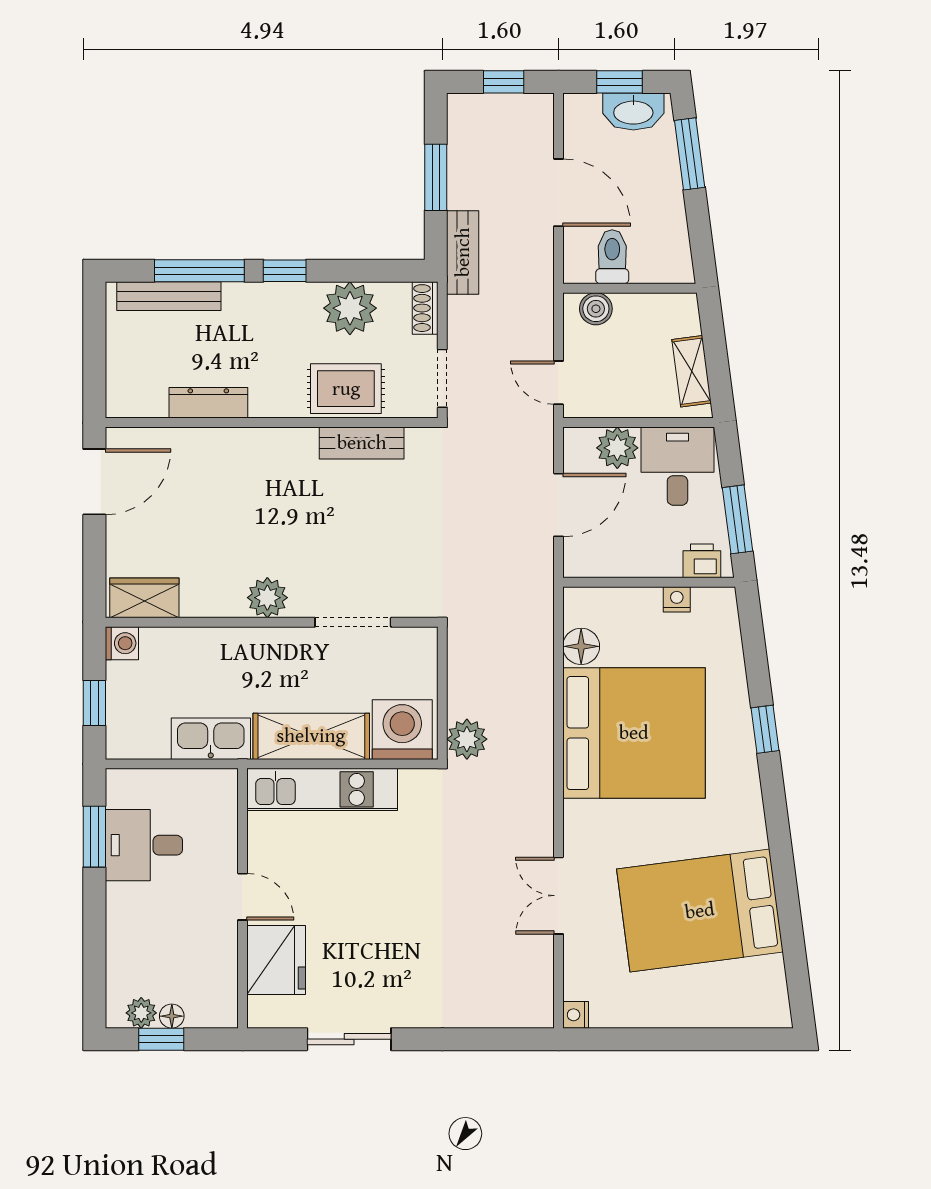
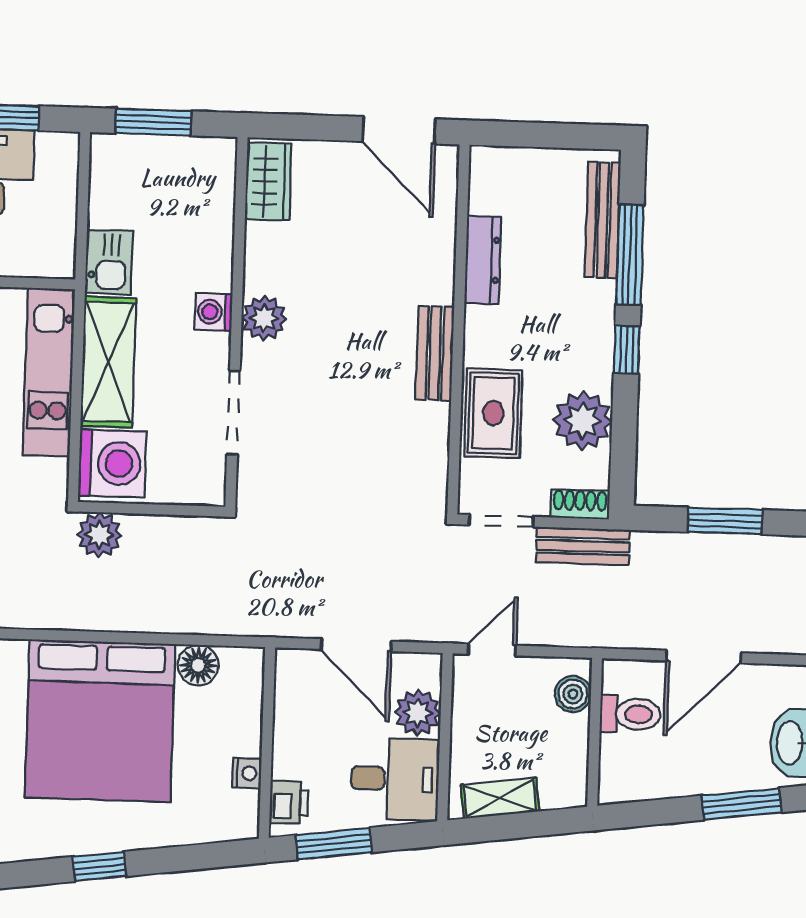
bench: (463, 252) -> (583, 546), moved
bench: (362, 443) -> (435, 353), moved
washing machine: (122, 643) -> (214, 312), moved, turned 90
window: (94, 703) -> (153, 122), width x1.50
kitchen sink: (211, 739) -> (109, 262), width x0.73

